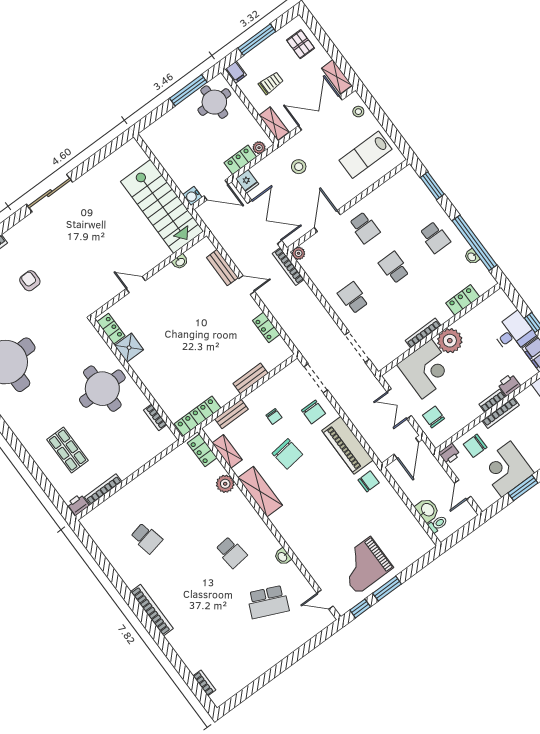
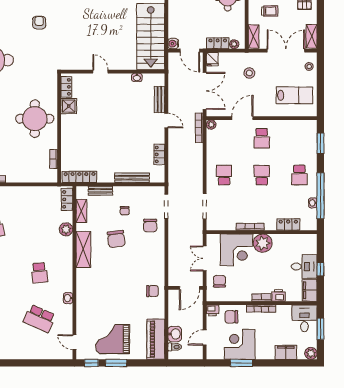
lab bench: (366, 155) -> (294, 95), turned 180
bench: (251, 378) -> (132, 178), width x1.36
piano: (348, 445) -> (156, 339), moved

